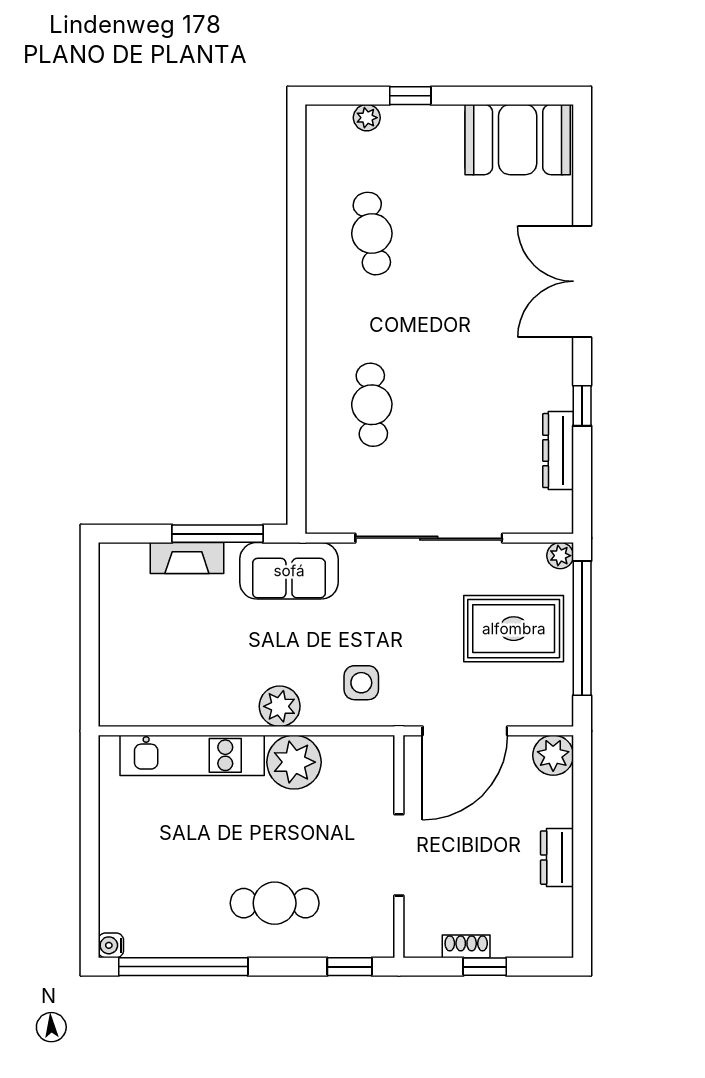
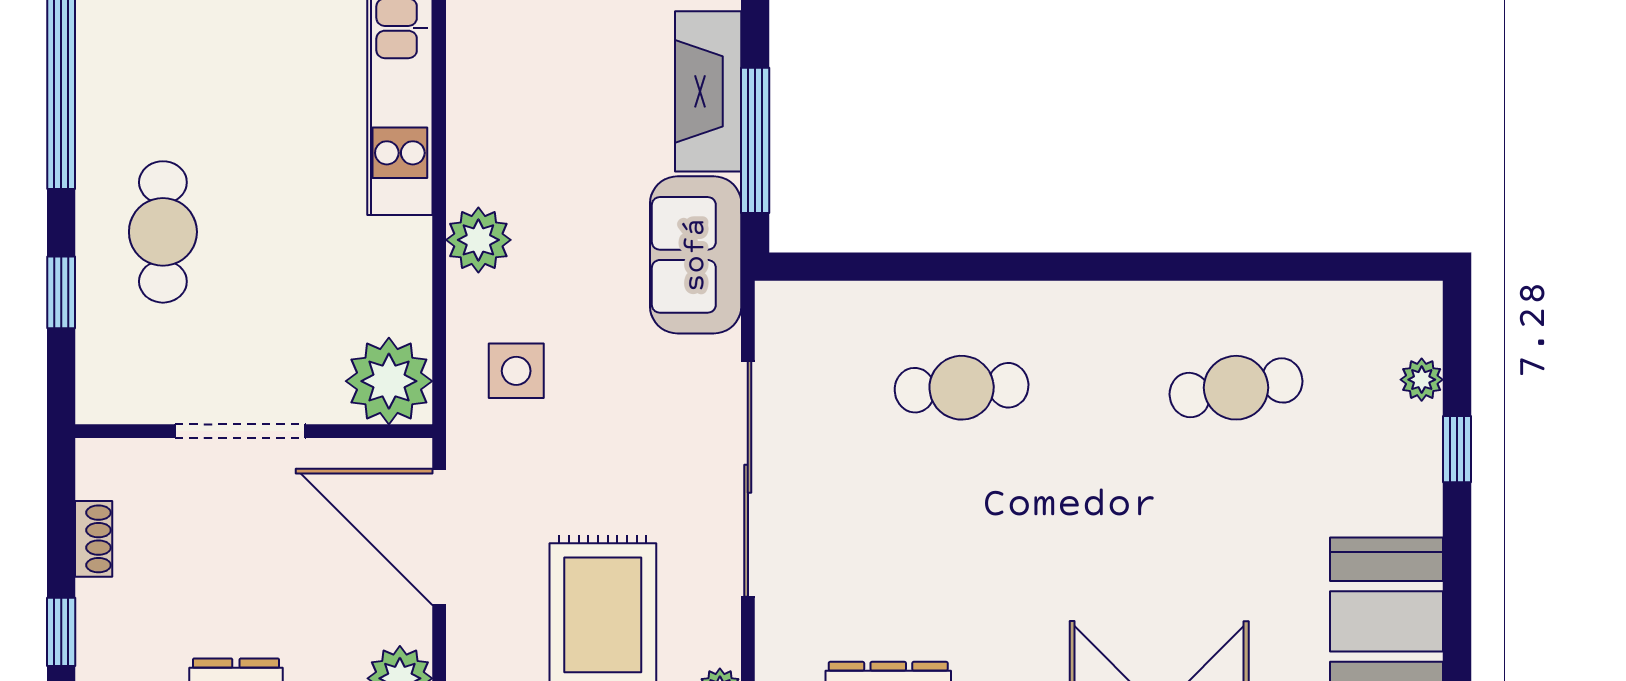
fireplace: (187, 558) -> (708, 91), width x1.37, depth x1.32
plant: (294, 762) -> (389, 381), moved
window: (350, 967) -> (61, 292), moved
window: (485, 967) -> (61, 632), moved

